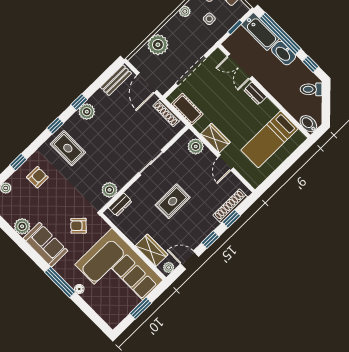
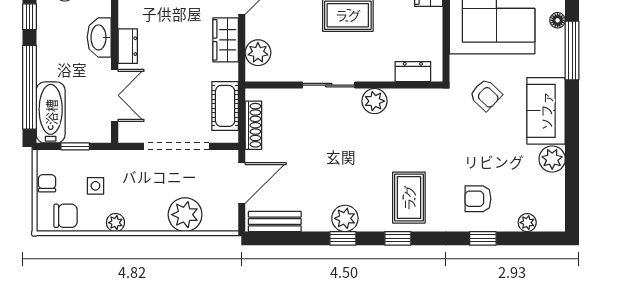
washbasin: (284, 53) -> (99, 37), moved, turned 180
plant: (110, 190) -> (374, 101), moved

